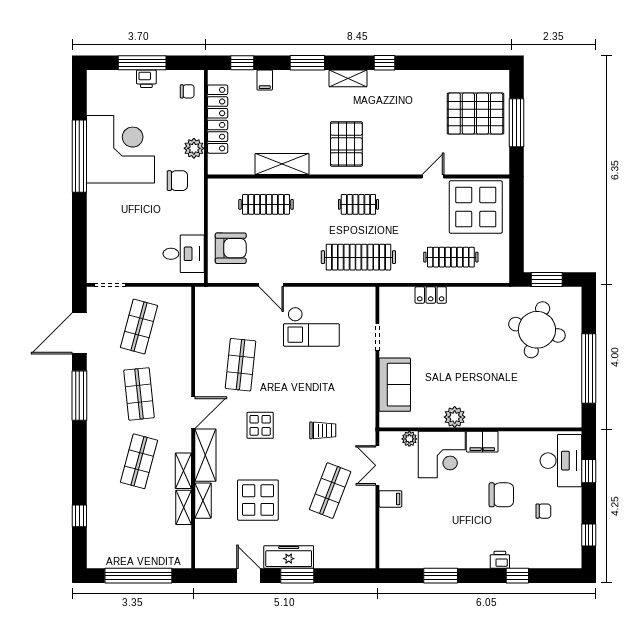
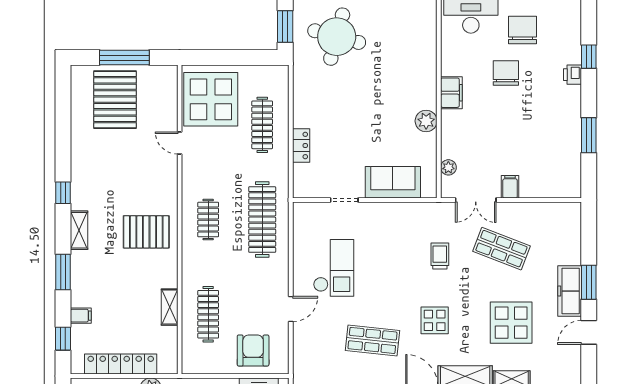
shelving: (282, 164) -> (170, 307), width x0.67, depth x0.75
corner desk: (442, 455) -> (465, 134), removed
chair: (543, 511) -> (523, 30), width x1.87, depth x1.87

